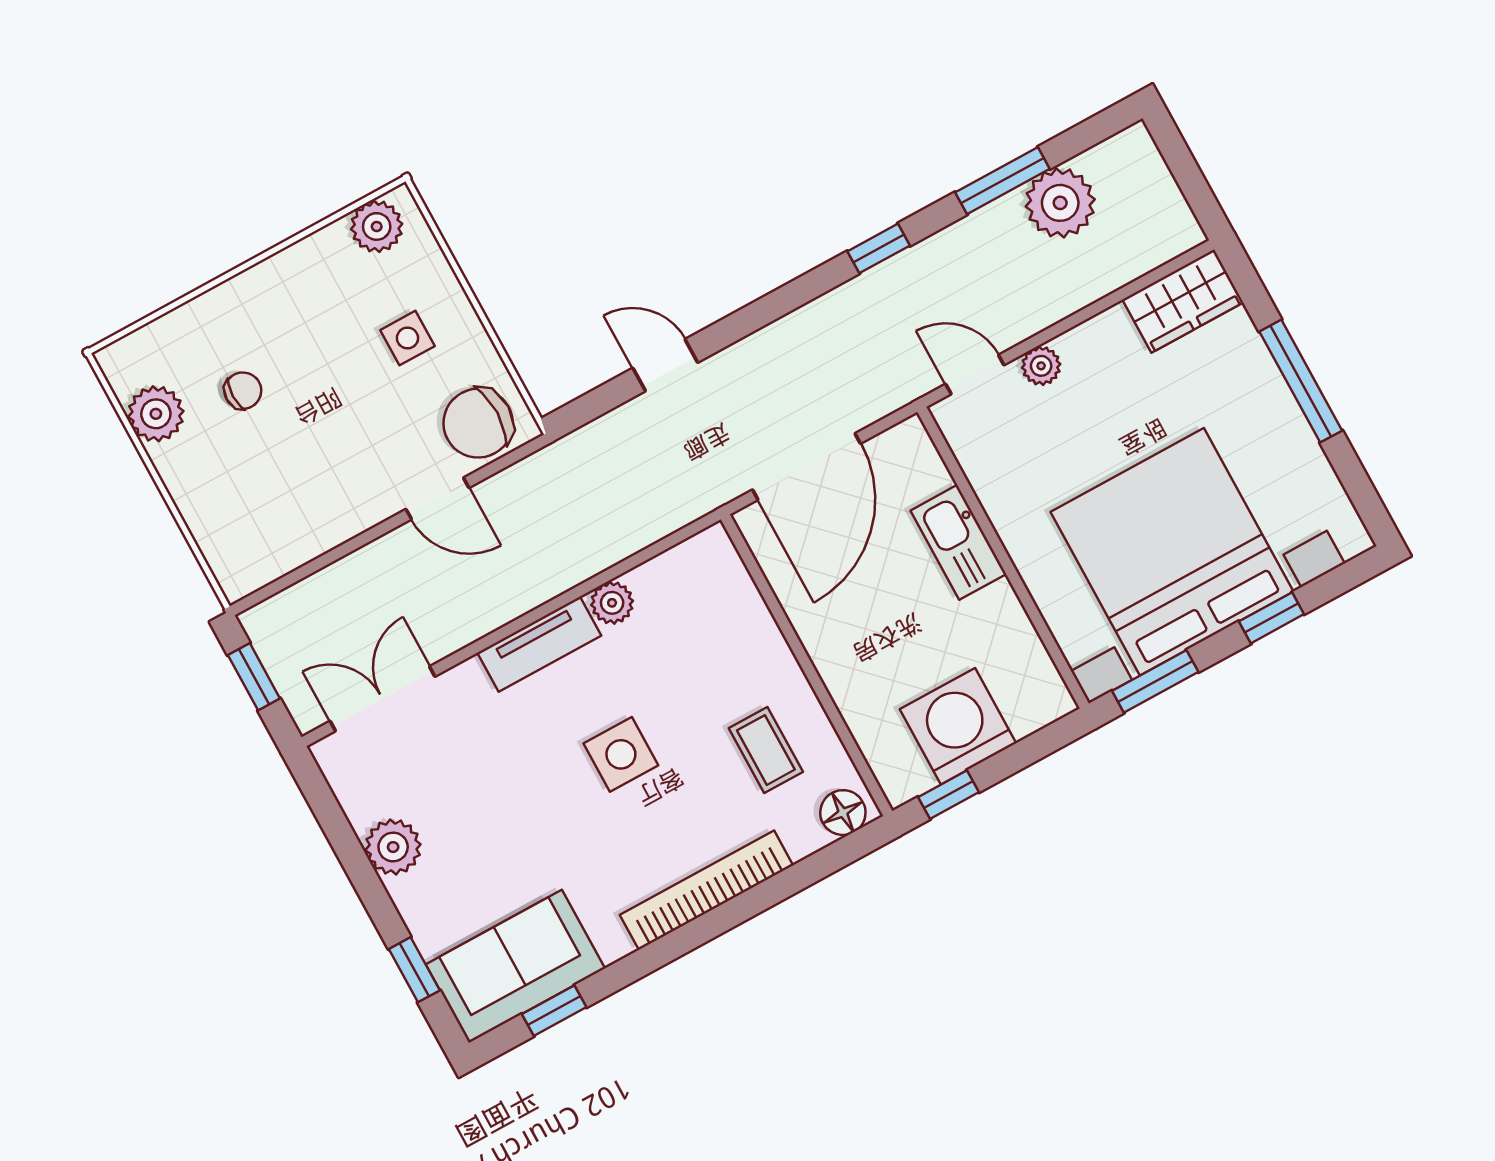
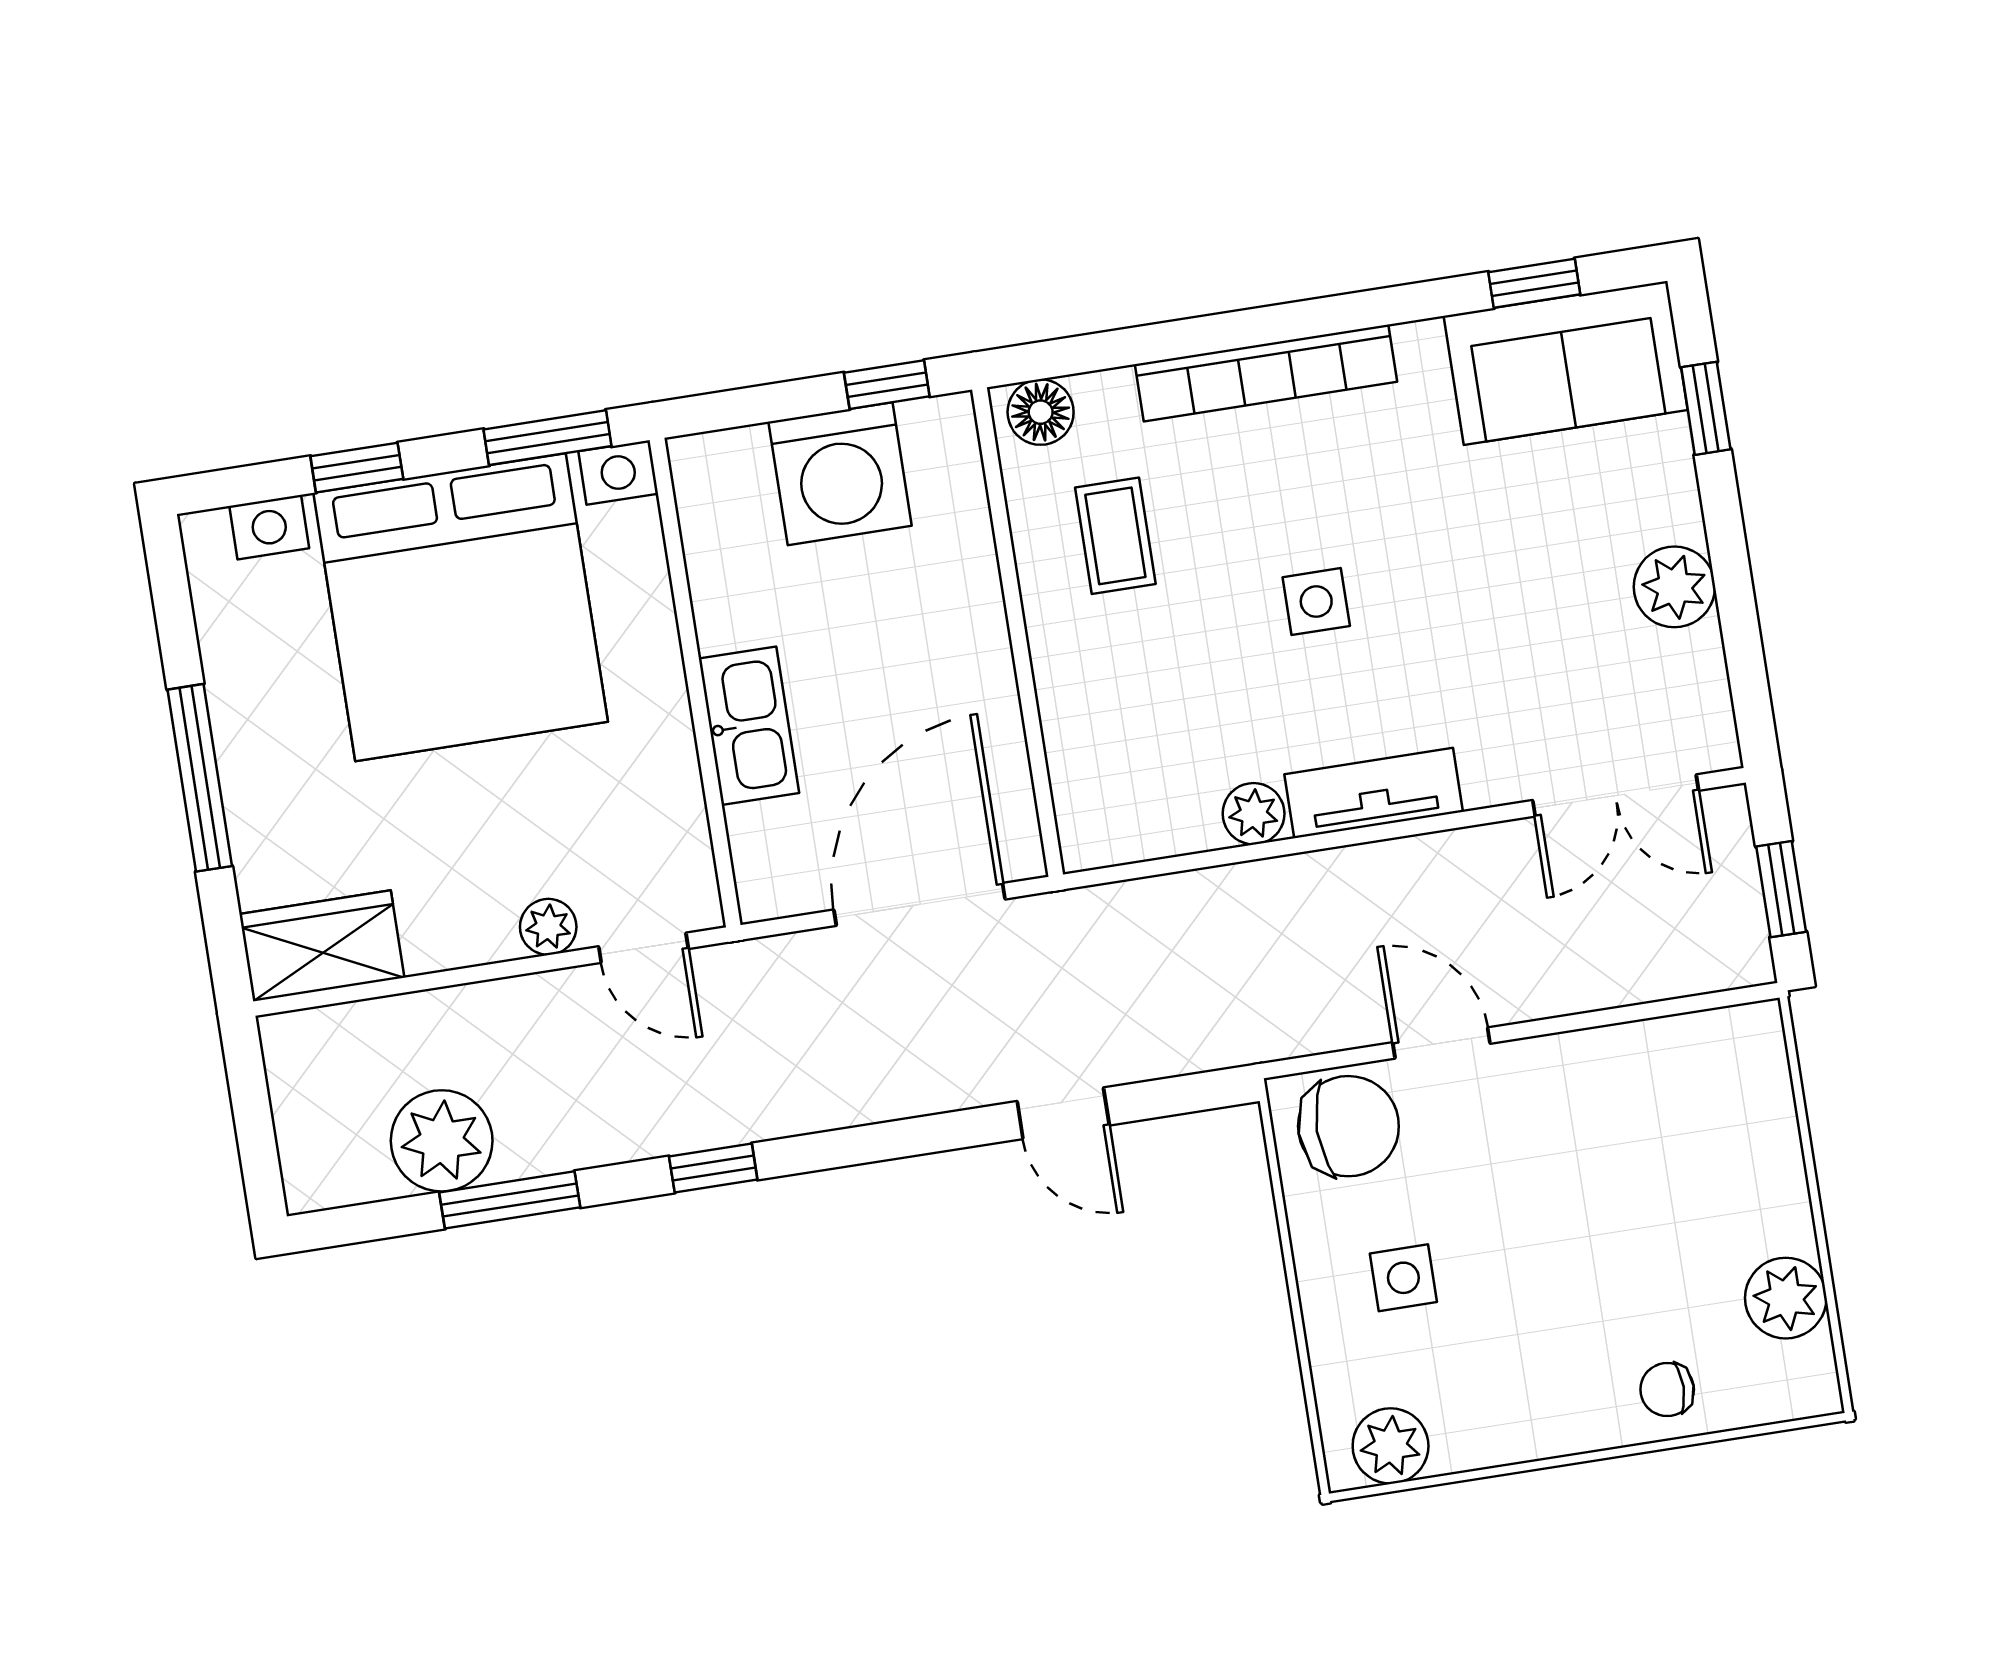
chair: (243, 391) -> (1667, 1390), moved
side table: (621, 754) -> (1316, 602), width x0.73, depth x0.73

